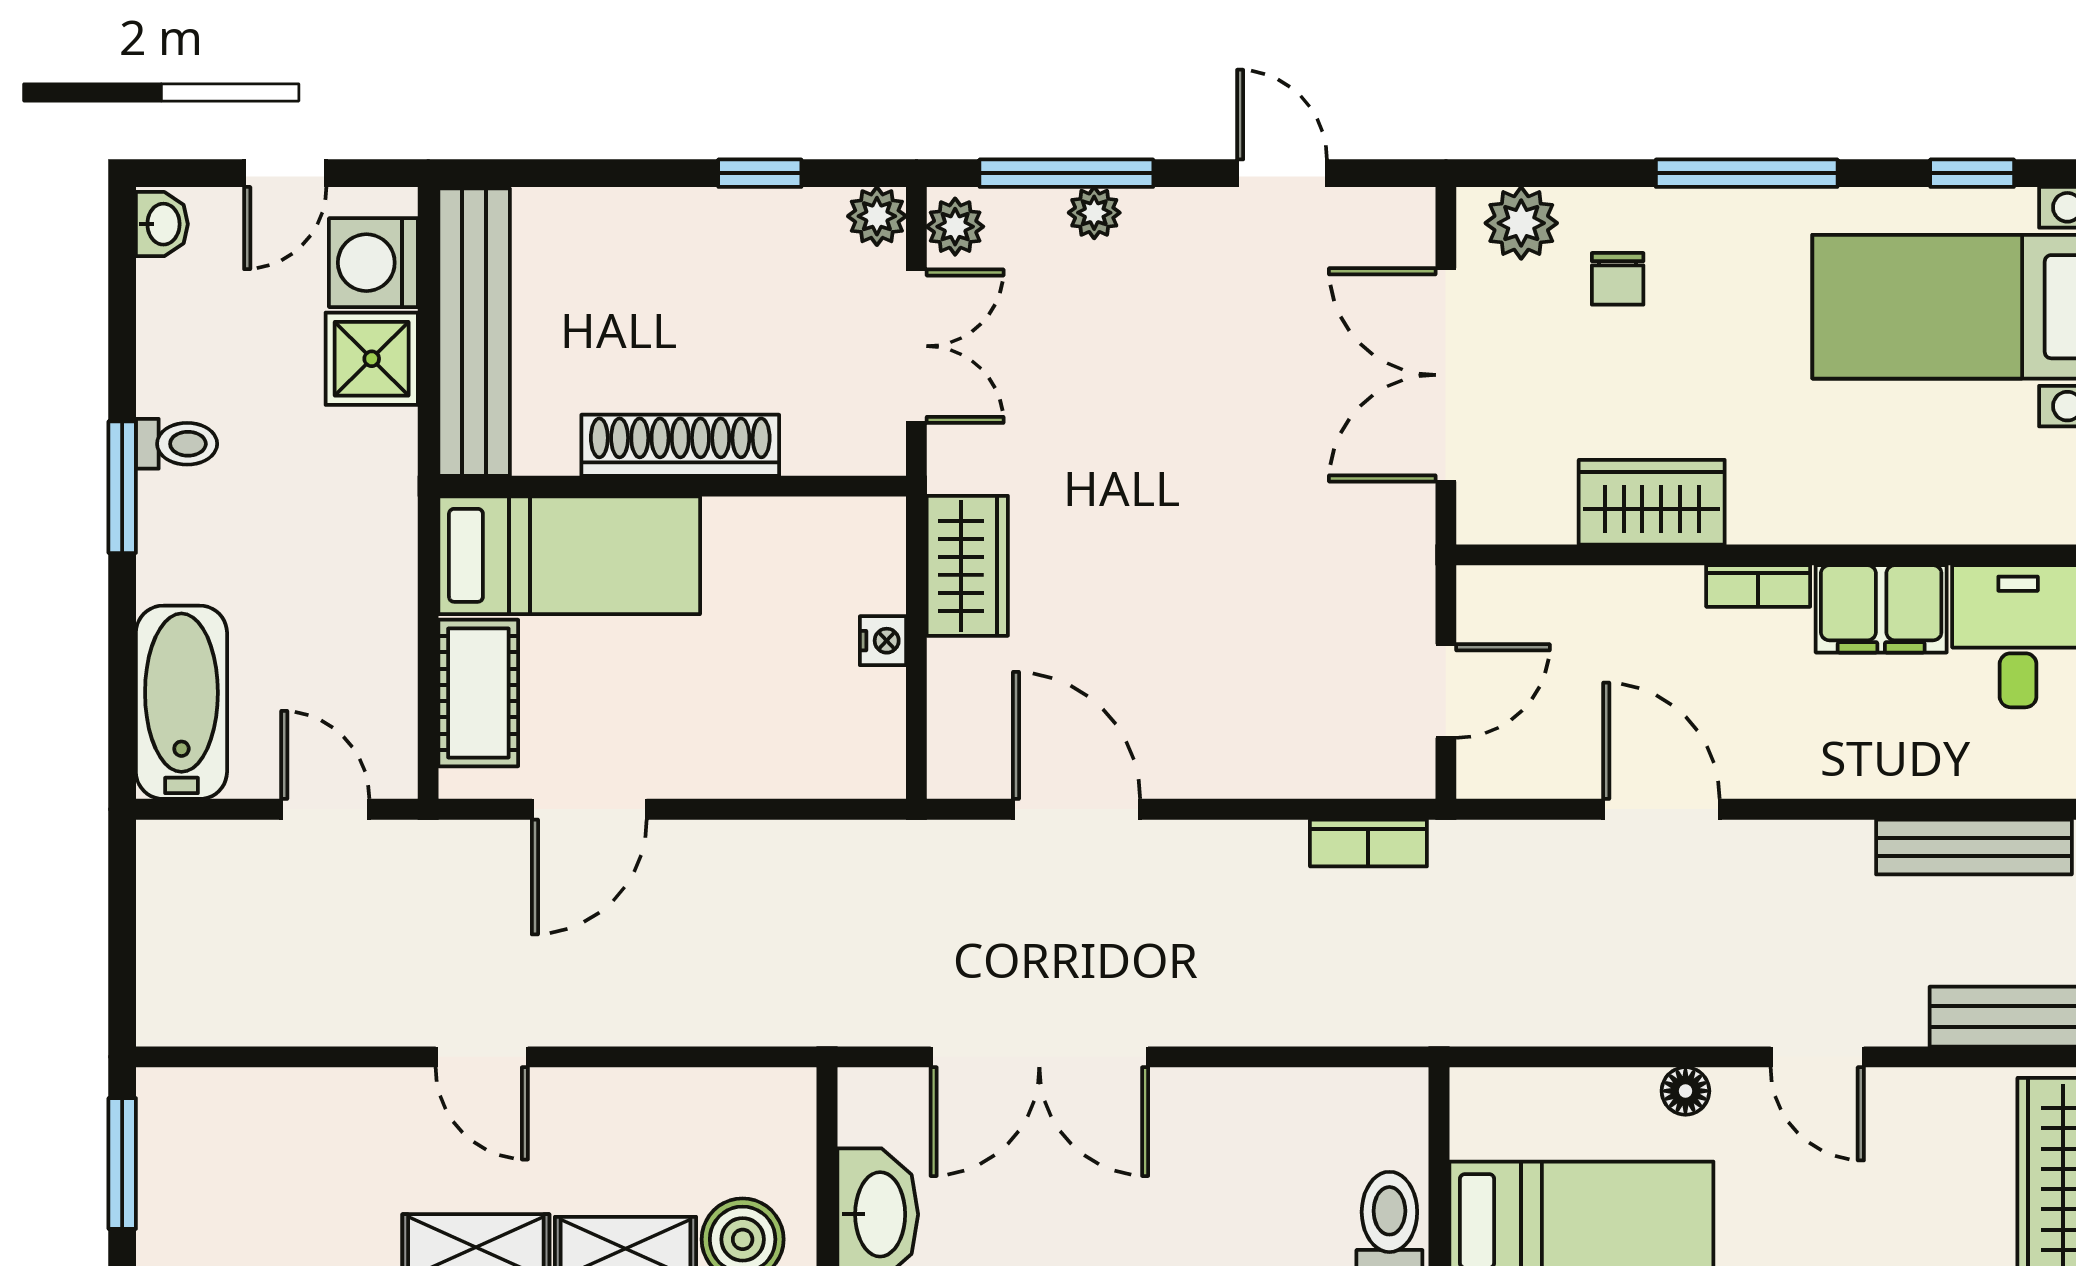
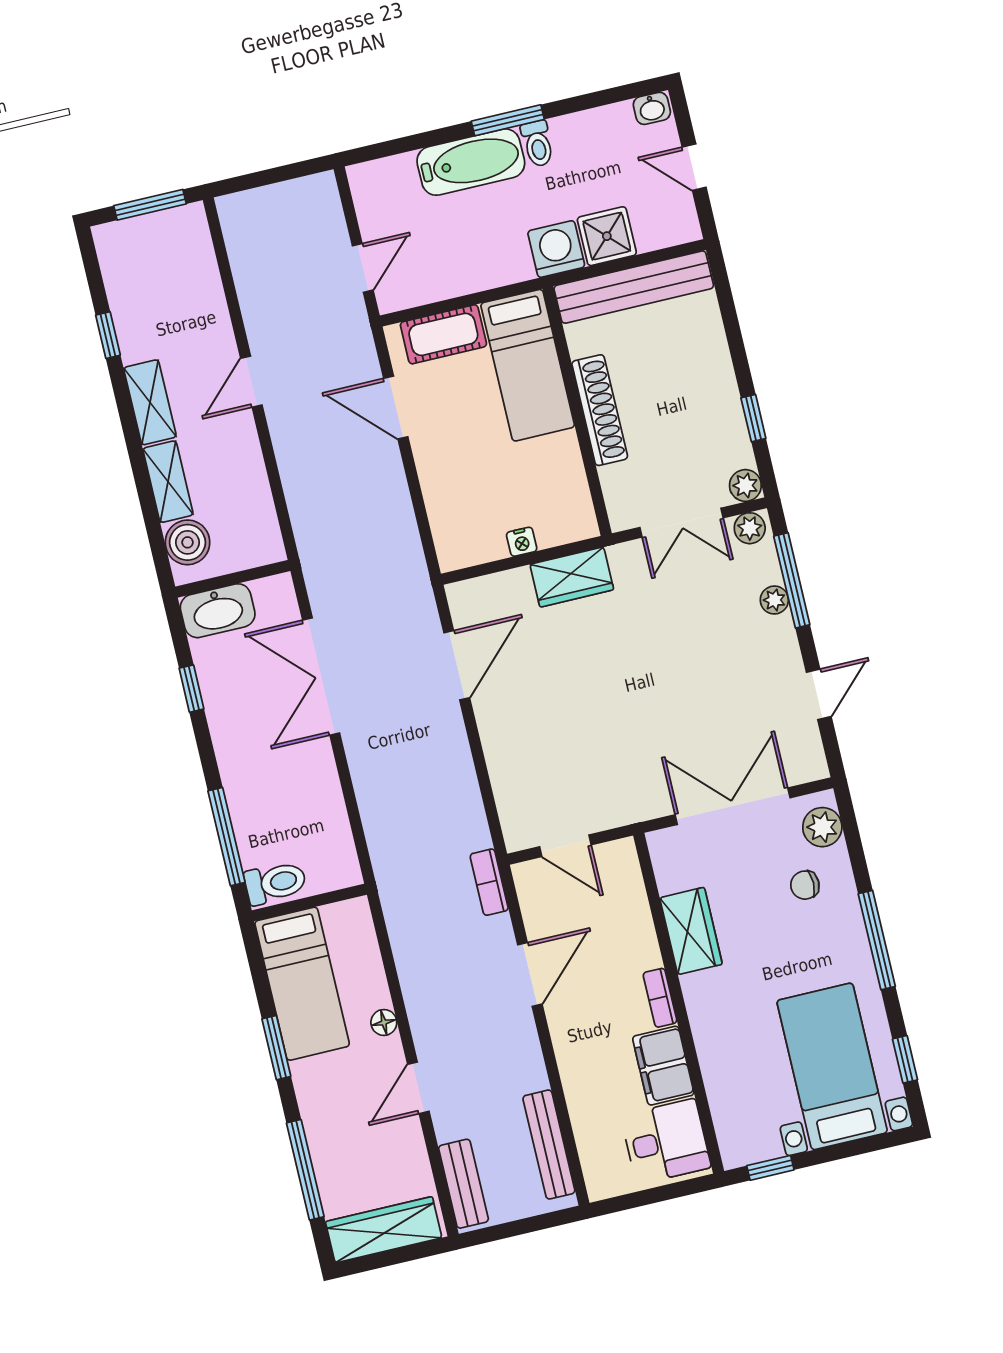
washing machine: (373, 263) -> (556, 249), moved
bathtub: (181, 702) -> (471, 162), moved
bookcase: (1368, 843) -> (489, 882), moved

